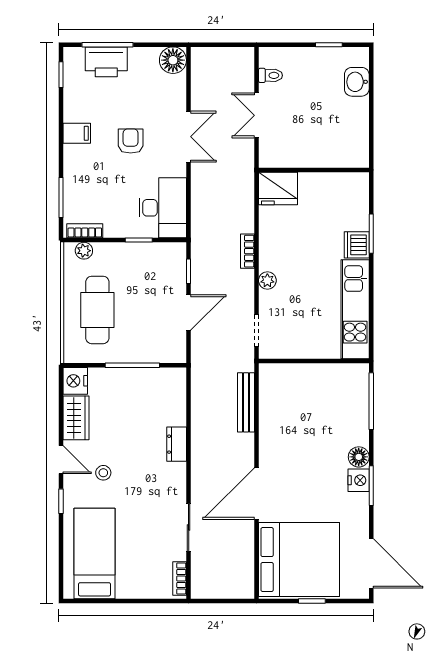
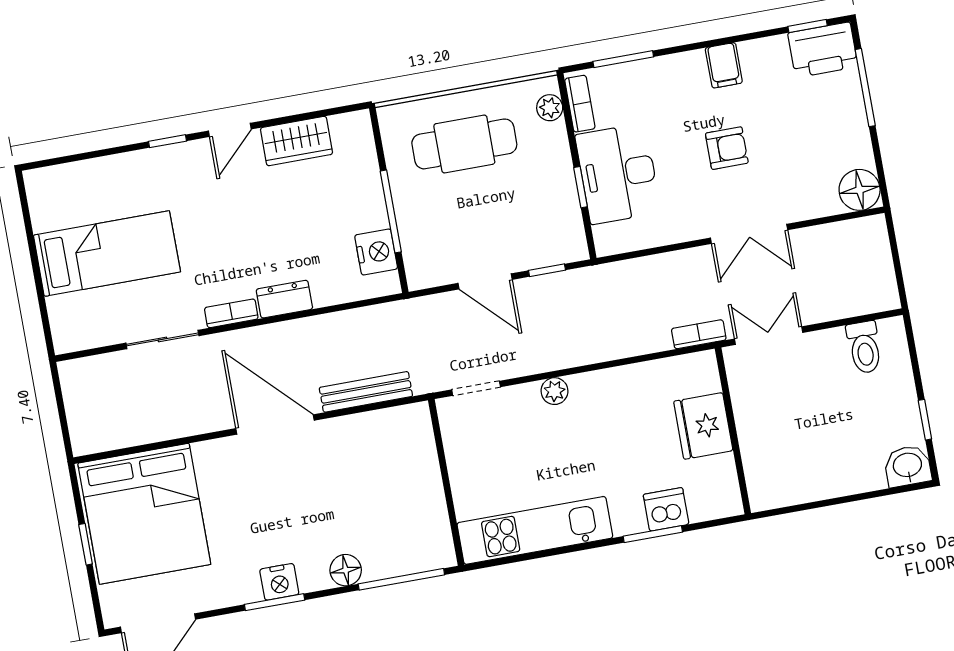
printer: (106, 62) -> (823, 50), moved, turned -90
toilet: (271, 75) -> (864, 347), width x1.37, depth x1.39
washbasin: (357, 82) -> (908, 466), moved
double door: (256, 115) -> (769, 336), moved
fridge: (278, 188) -> (703, 426), moved
desk: (163, 208) -> (618, 174), moved, turned 90
dishwasher: (357, 245) -> (666, 509), moved
bookcase: (247, 251) -> (699, 334), moved
nightstand: (75, 381) -> (376, 252), moved, turned 90
floor lamp: (359, 457) -> (346, 570), moved
stool: (103, 473) -> (222, 197), removed
door: (256, 494) -> (275, 424), moved
bed: (95, 553) -> (107, 254), moved
bookcase: (180, 578) -> (231, 313), moved

